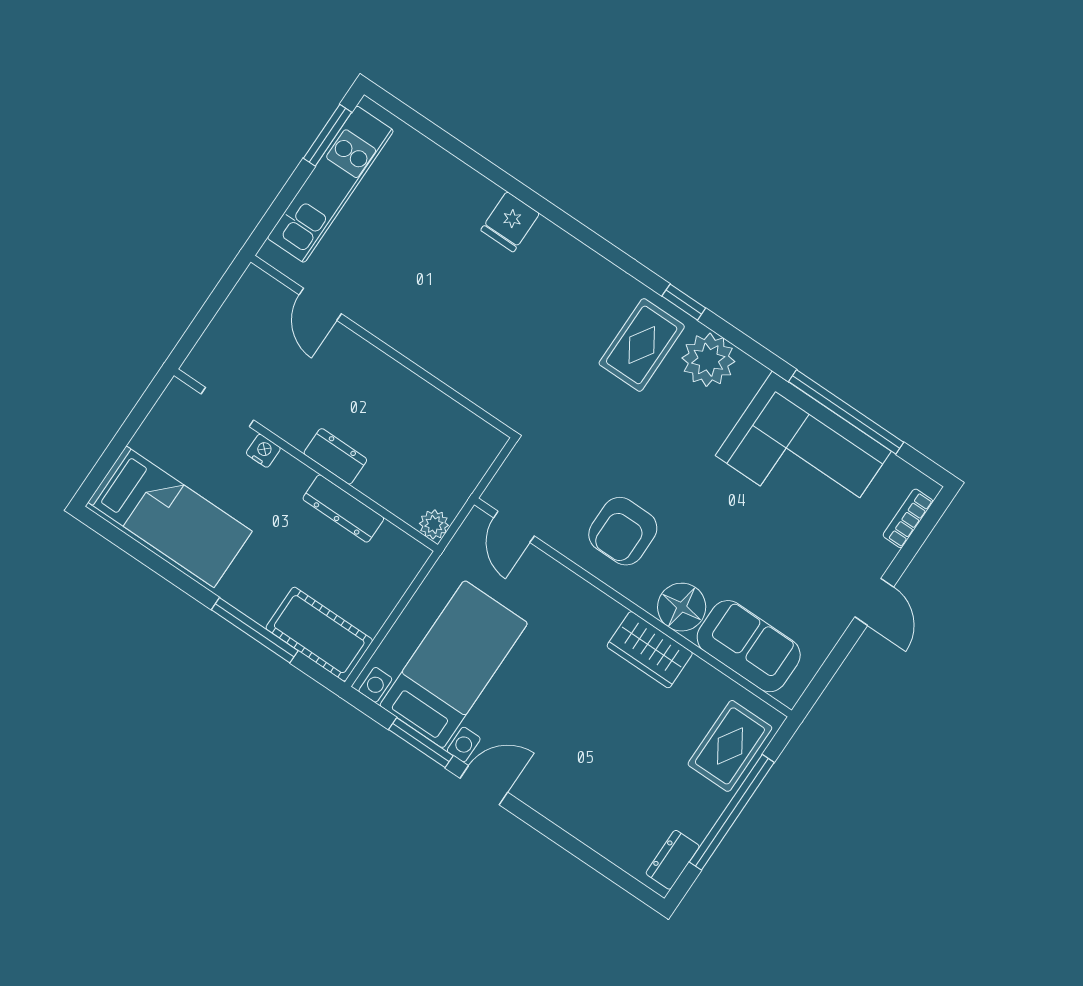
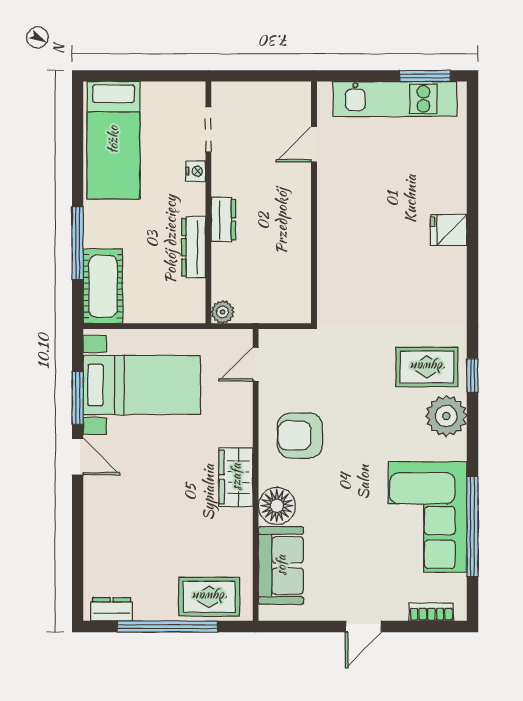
wardrobe: (650, 650) -> (236, 477), moved

